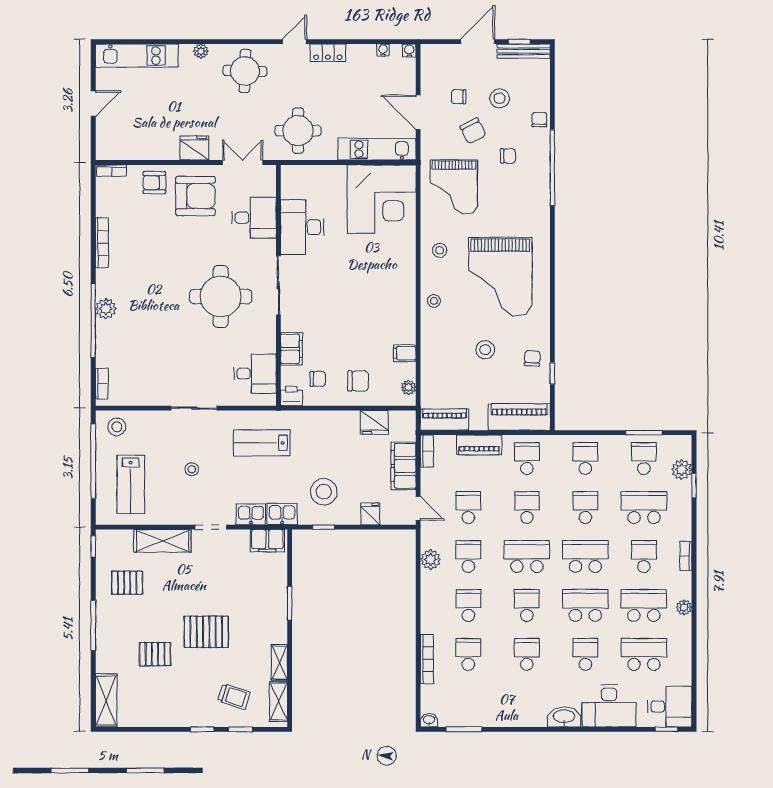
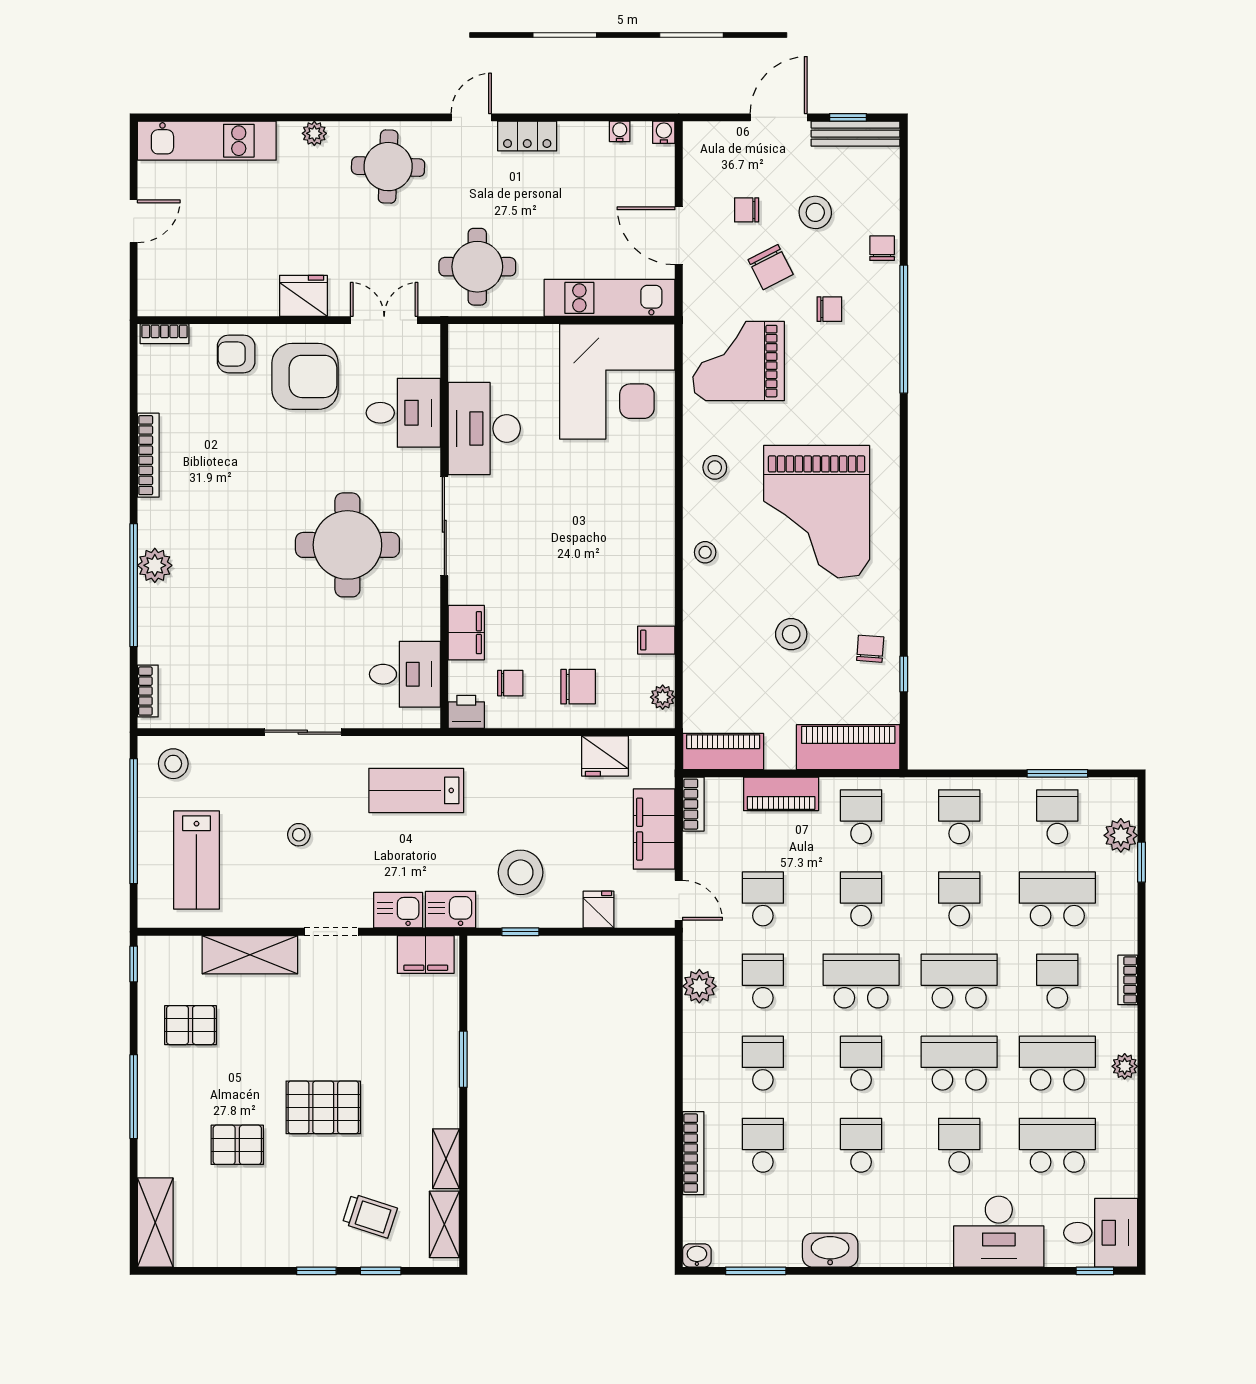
grand piano: (454, 187) -> (739, 361), turned 90
washbasin: (564, 717) -> (830, 1250), moved

